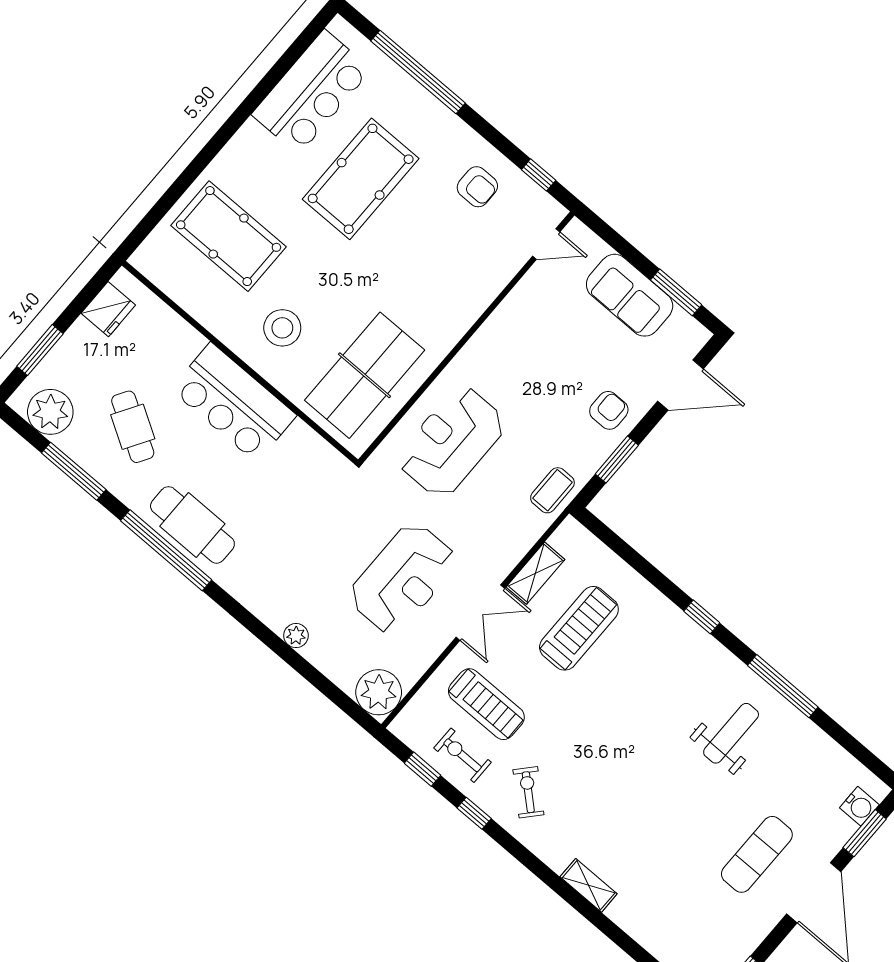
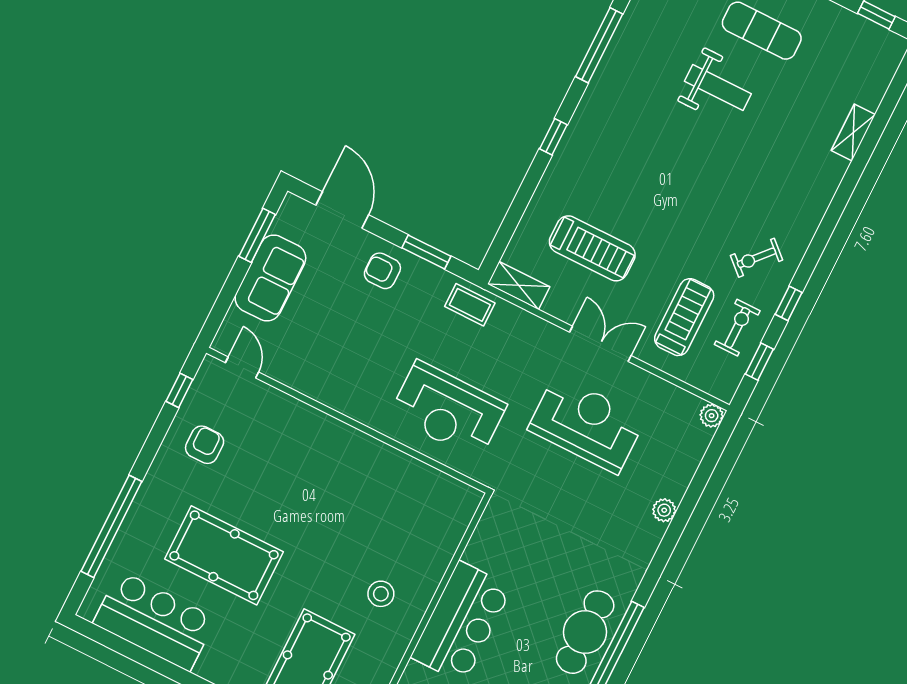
stool: (282, 328) -> (381, 594), width x0.73, depth x0.73
table tennis table: (365, 375) -> (406, 506), removed
shelving: (535, 573) -> (519, 285), moved
treadmill: (579, 628) -> (592, 248), turned 180
plant: (379, 692) -> (712, 416), width x0.53, depth x0.53
weight bench: (731, 733) -> (718, 88), moved, turned 180
exercise bike: (463, 755) -> (737, 328), turned 180
shelving: (589, 885) -> (853, 132), moved

